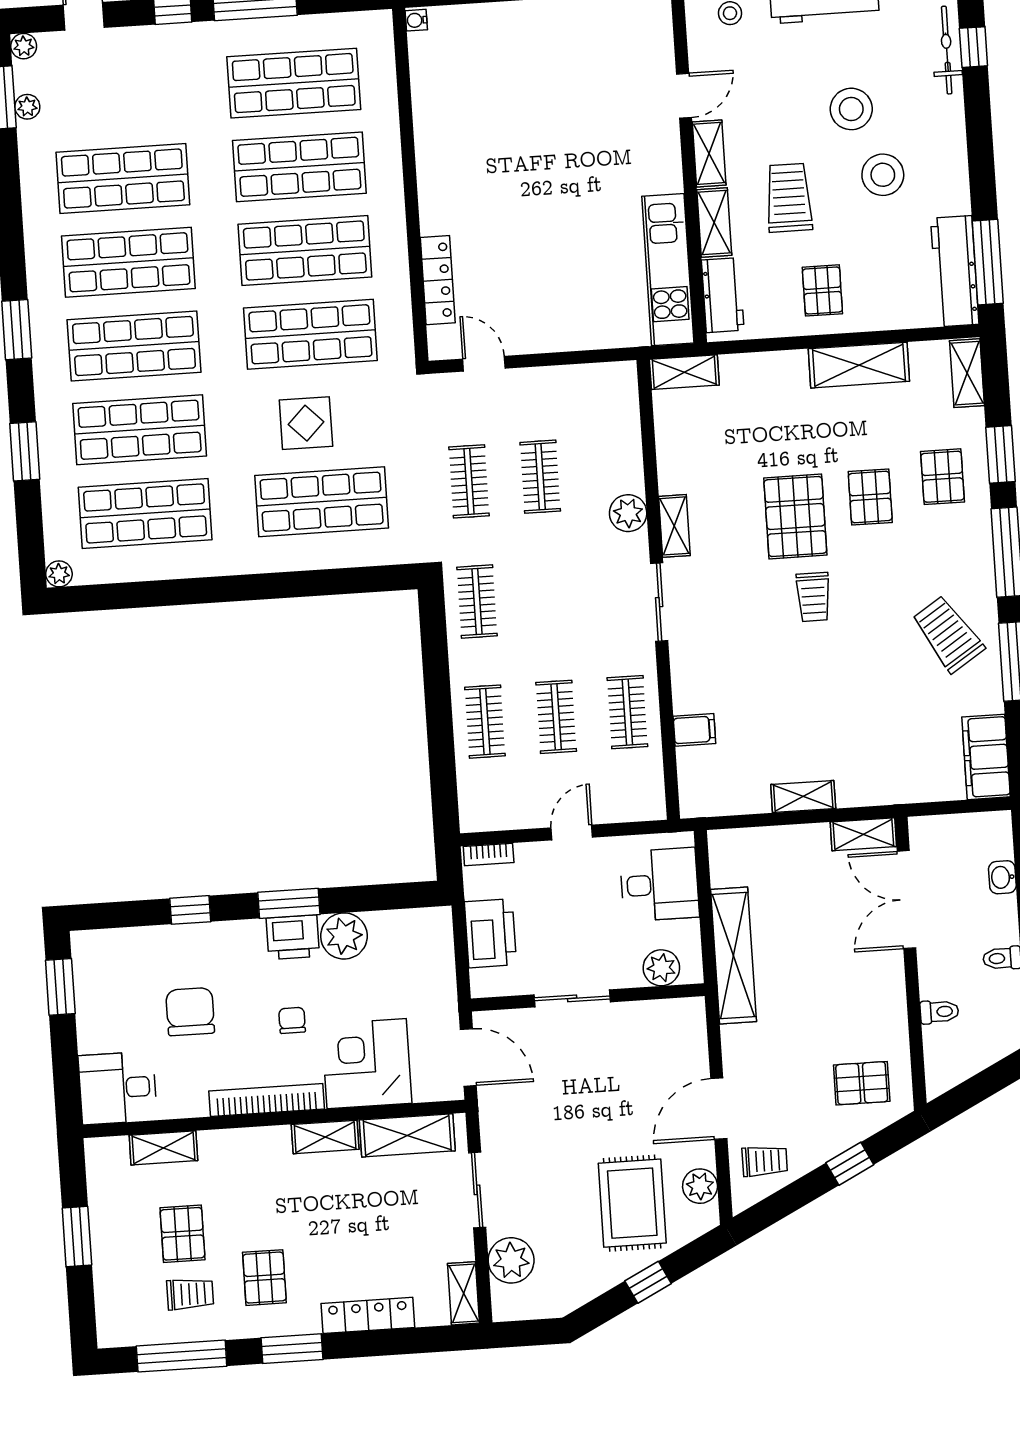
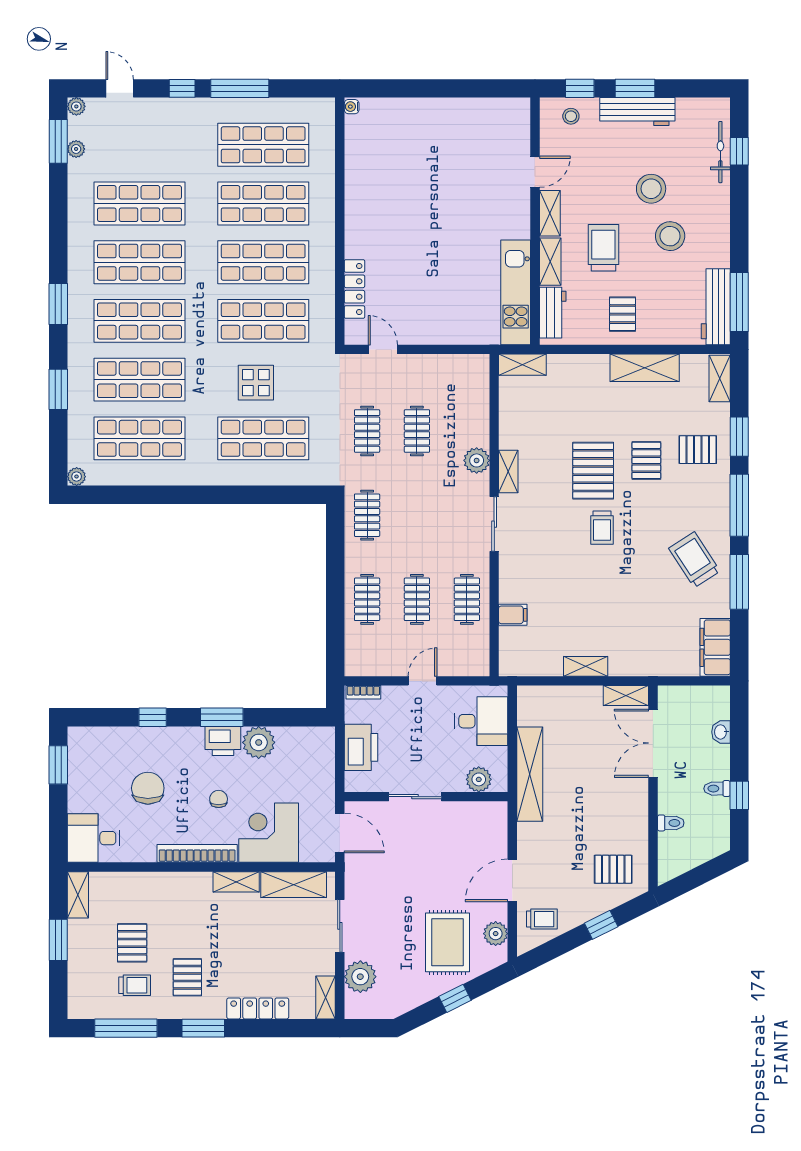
pallet: (942, 477) -> (698, 450), turned 90
shelving: (163, 1148) -> (78, 895), moved, turned 90

